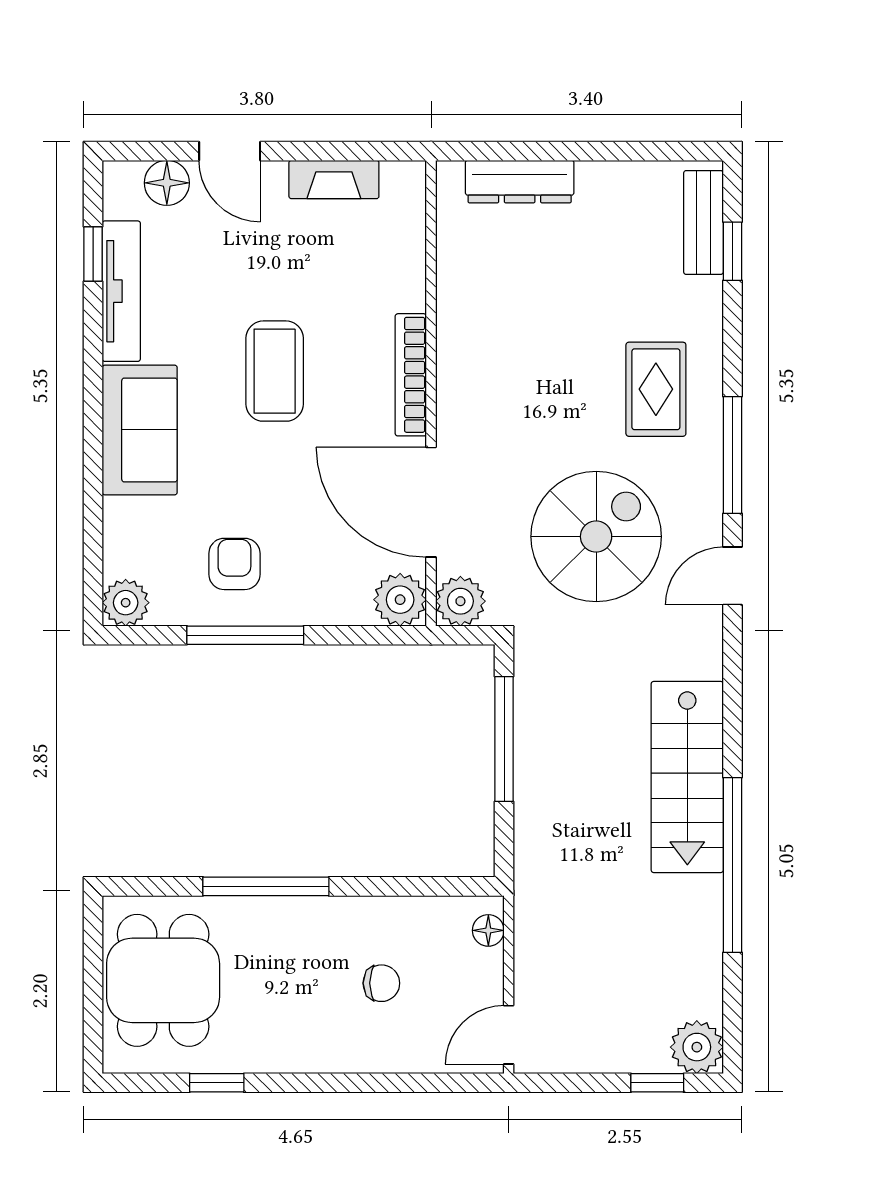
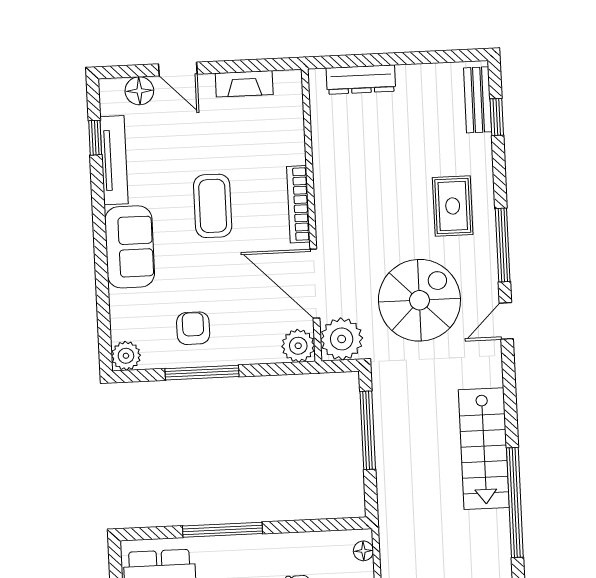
plant: (460, 601) -> (342, 339), width x1.36, depth x1.36

